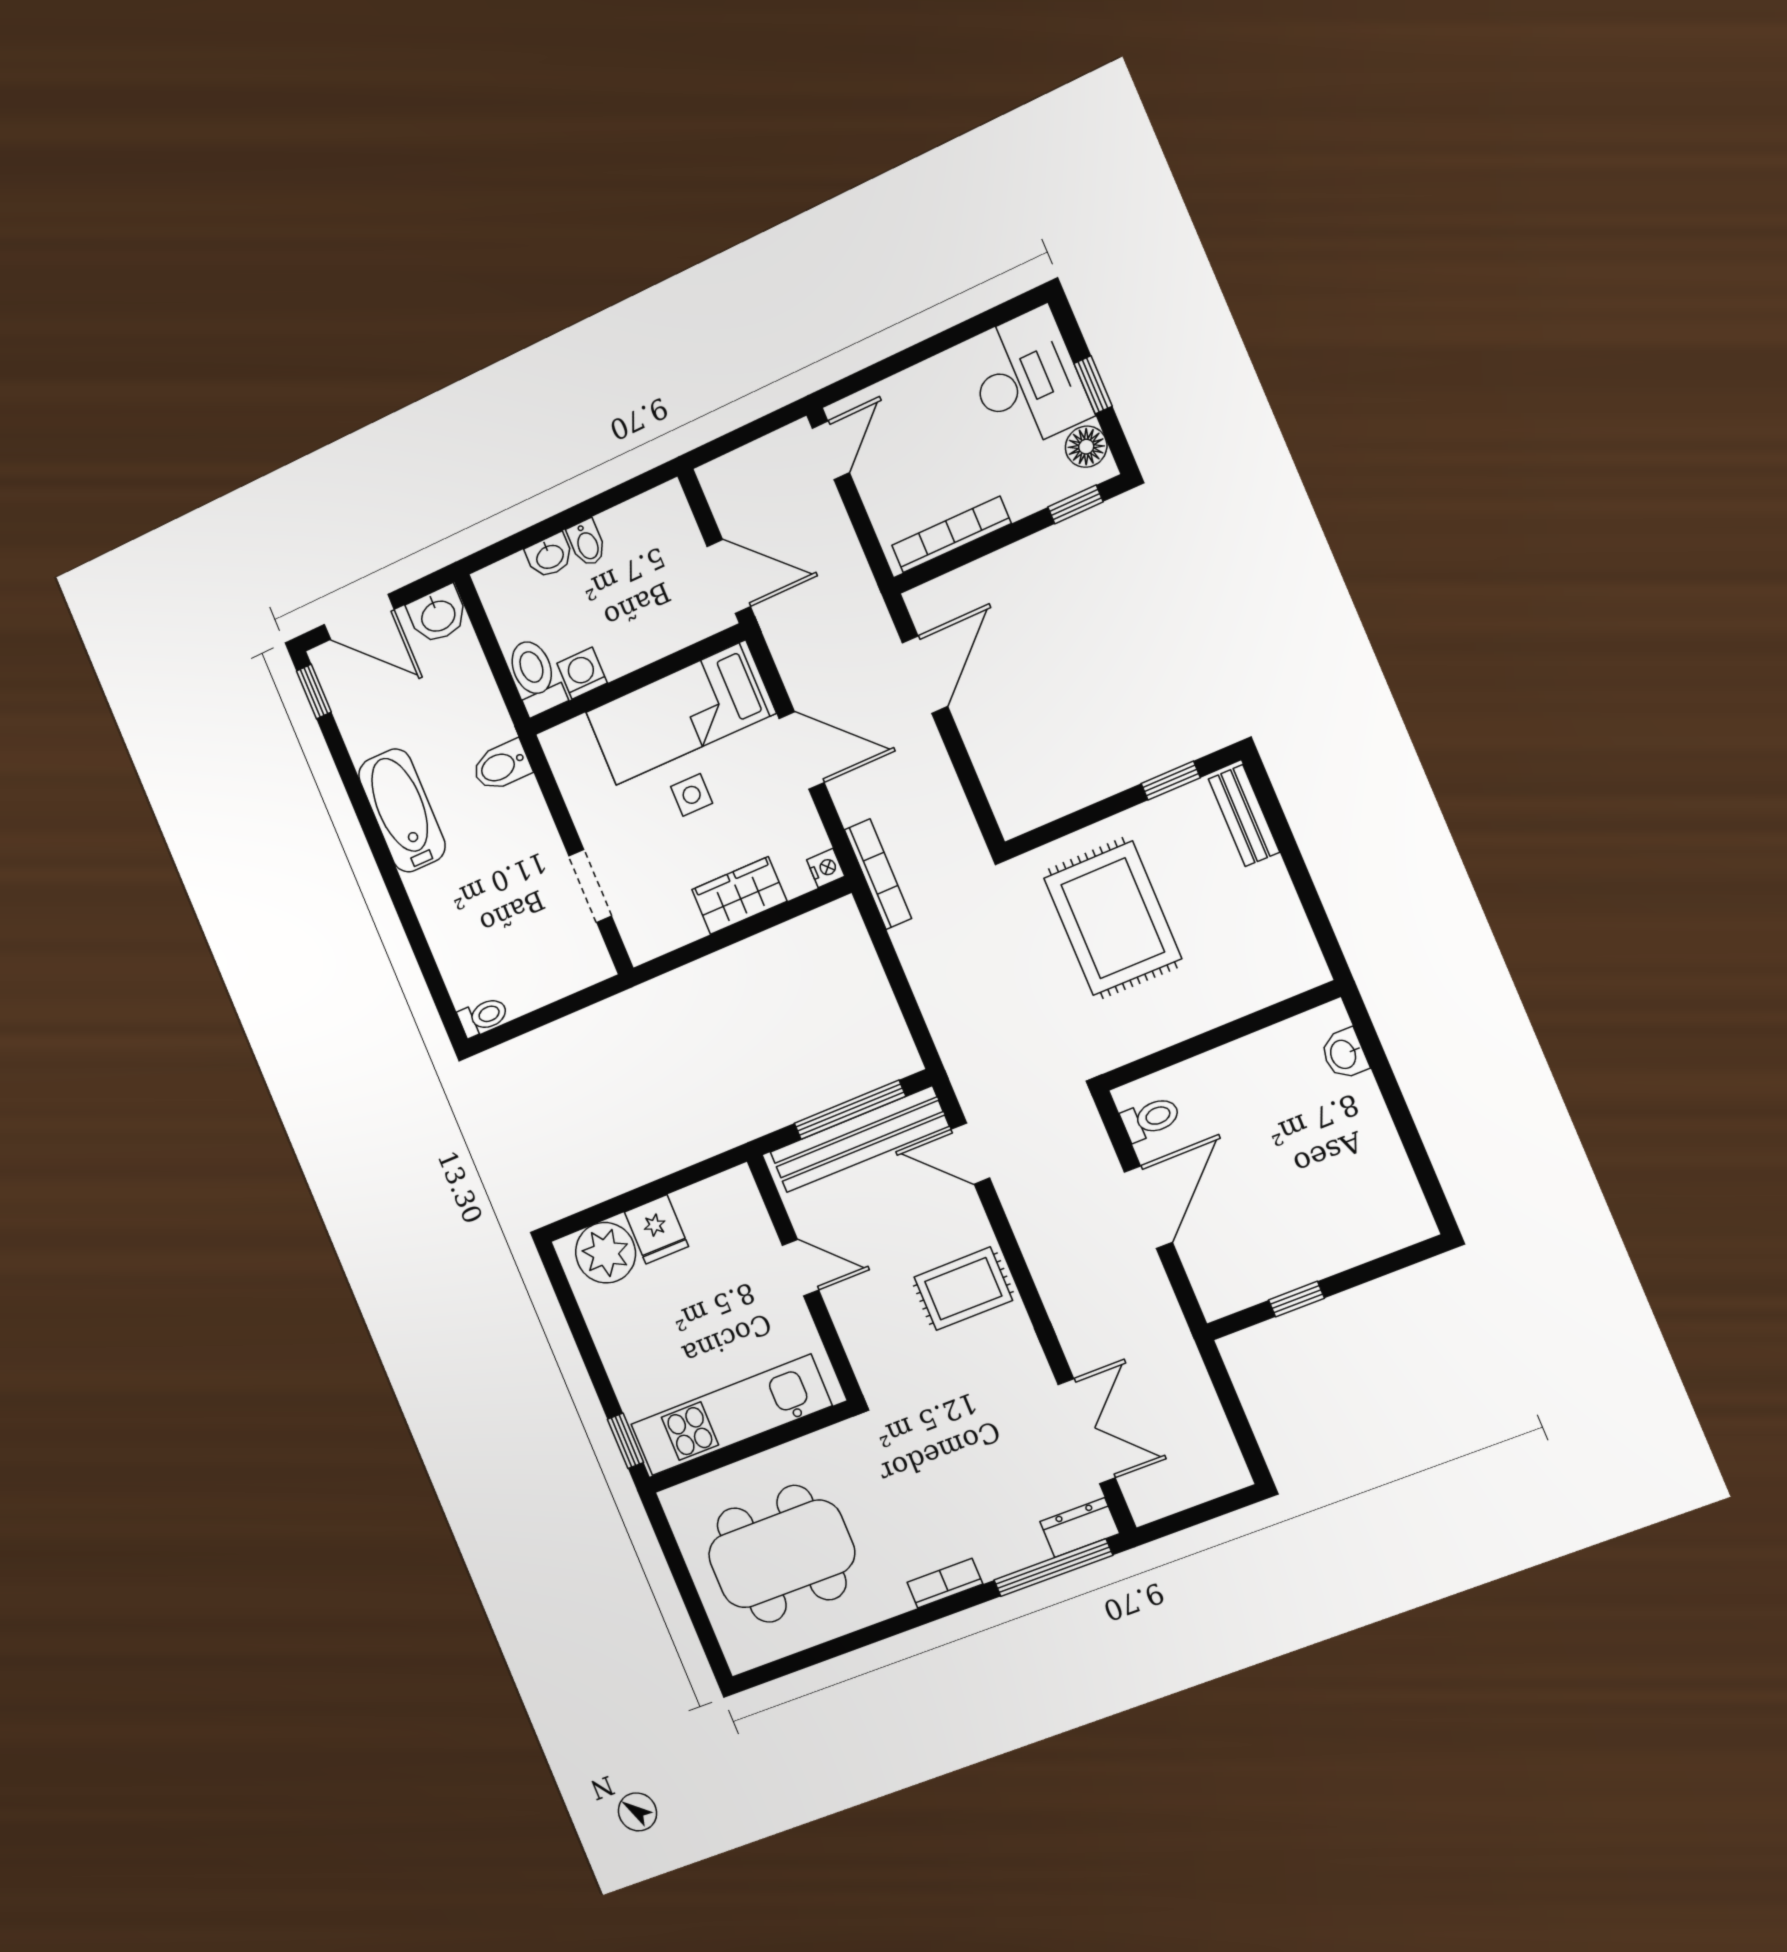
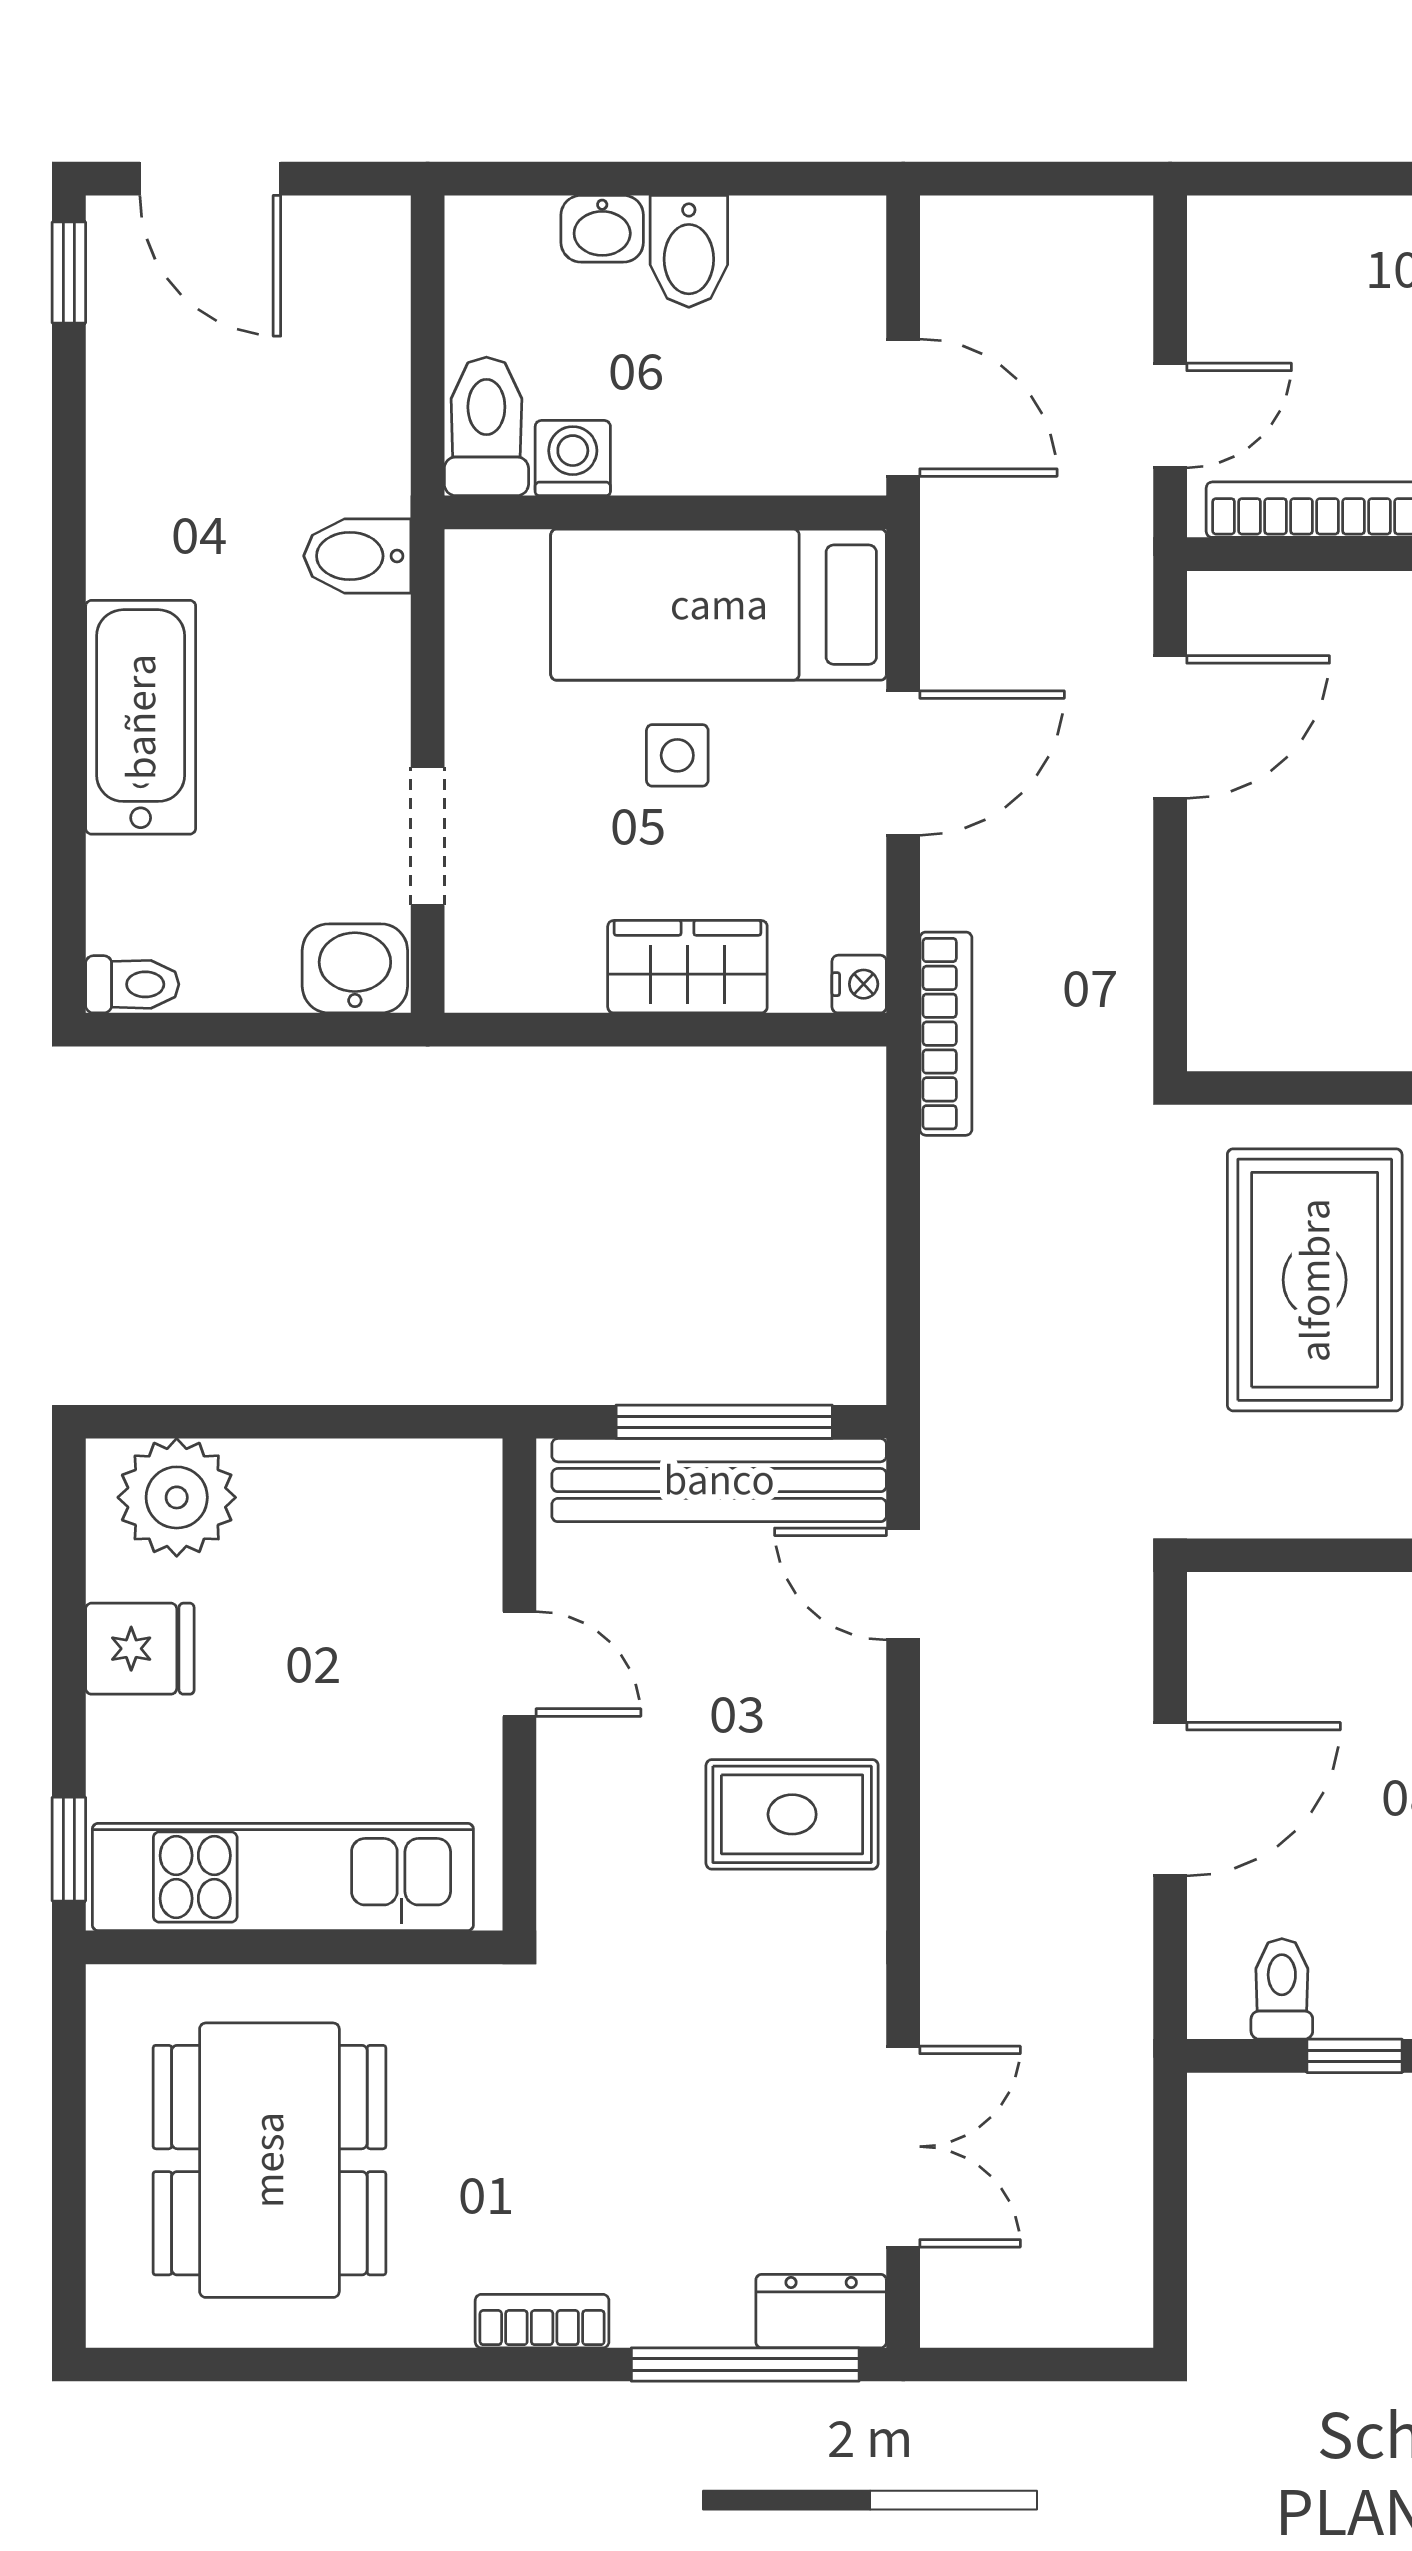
door: (831, 450) -> (1170, 415), moved
bidet: (587, 543) -> (689, 251), width x1.38, depth x1.36
washbasin: (438, 615) -> (355, 968), moved, turned 180
door: (802, 750) -> (903, 763), hinge flipped
bathtub: (402, 810) -> (141, 717), moved
toilet: (1151, 1118) -> (1282, 1989), moved, turned -90
fridge: (656, 1229) -> (140, 1649), moved, turned -90
dining table: (782, 1554) -> (269, 2160), turned 90

